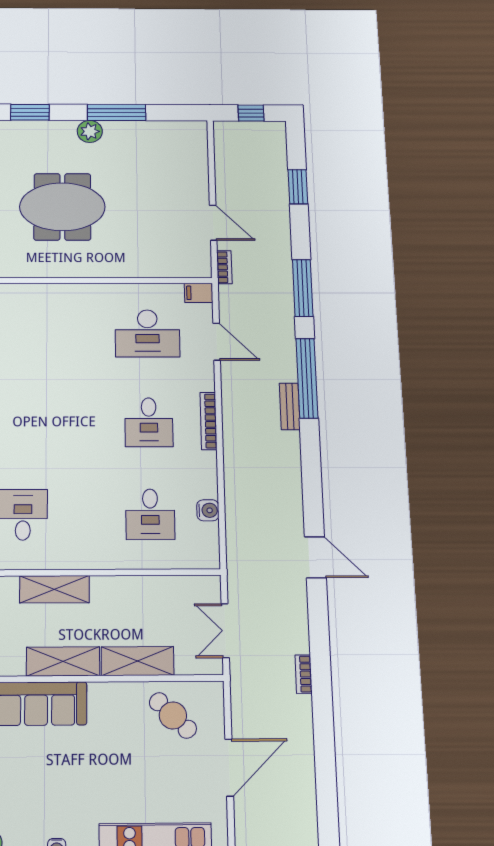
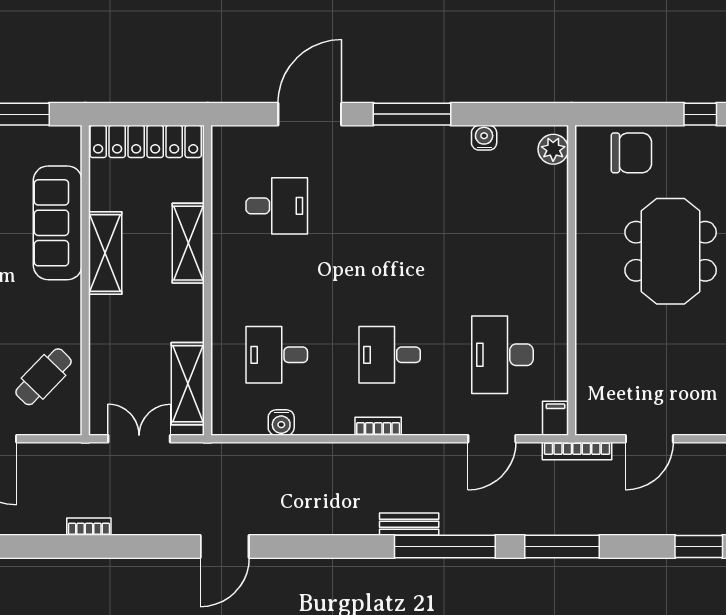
bookcase: (224, 267) -> (577, 451), width x1.56
bookcase: (209, 421) -> (378, 426), width x0.64
shelving: (138, 661) -> (188, 384), moved

